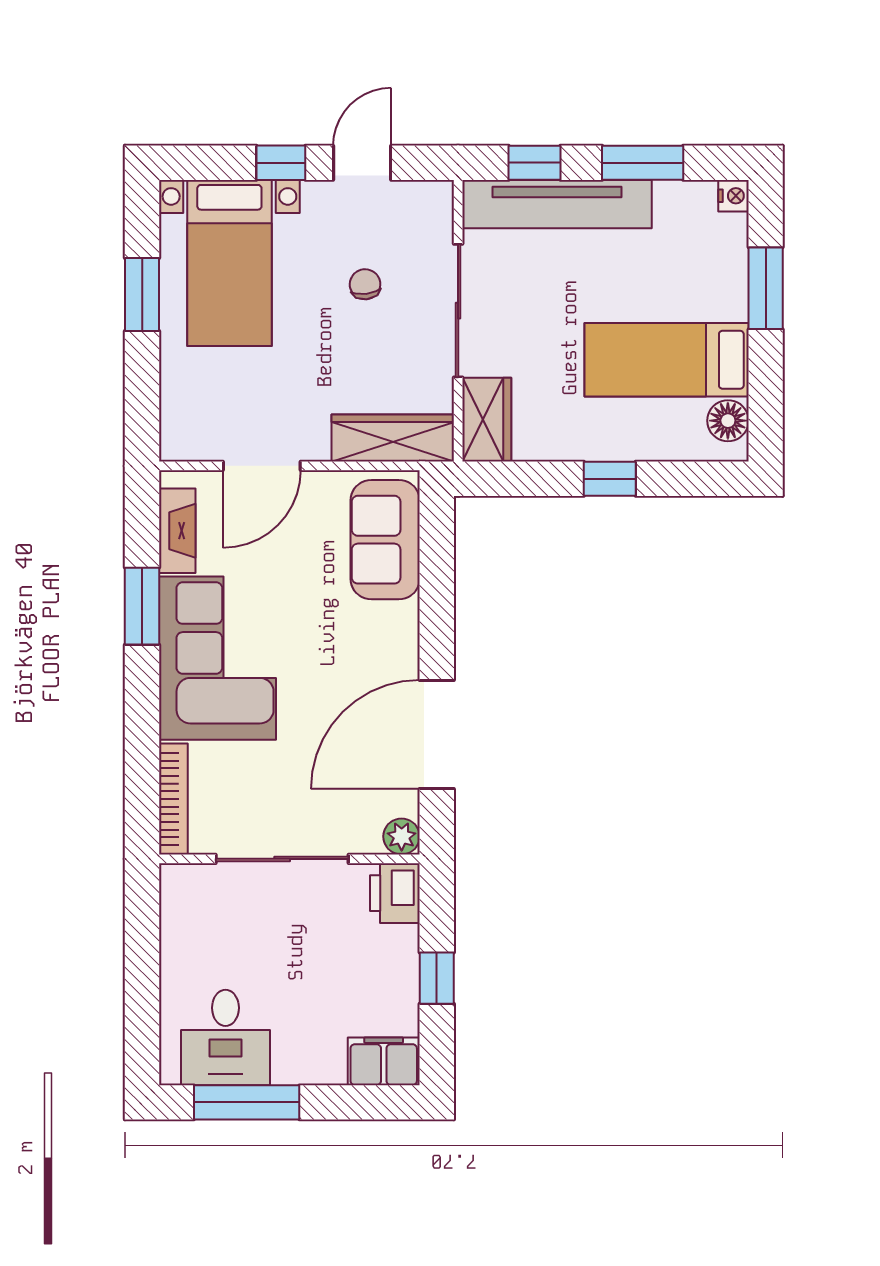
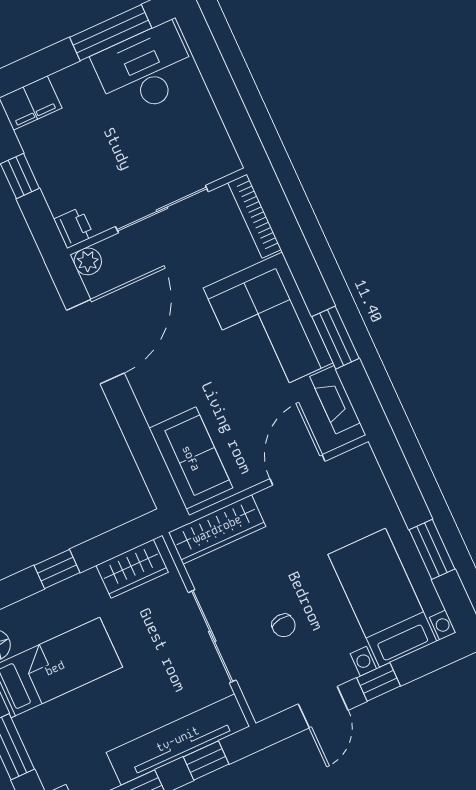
wardrobe: (487, 420) -> (132, 569), moved, turned -90
printer: (395, 893) -> (74, 228), width x0.73, depth x0.81
desk: (225, 1037) -> (145, 70), width x1.37

